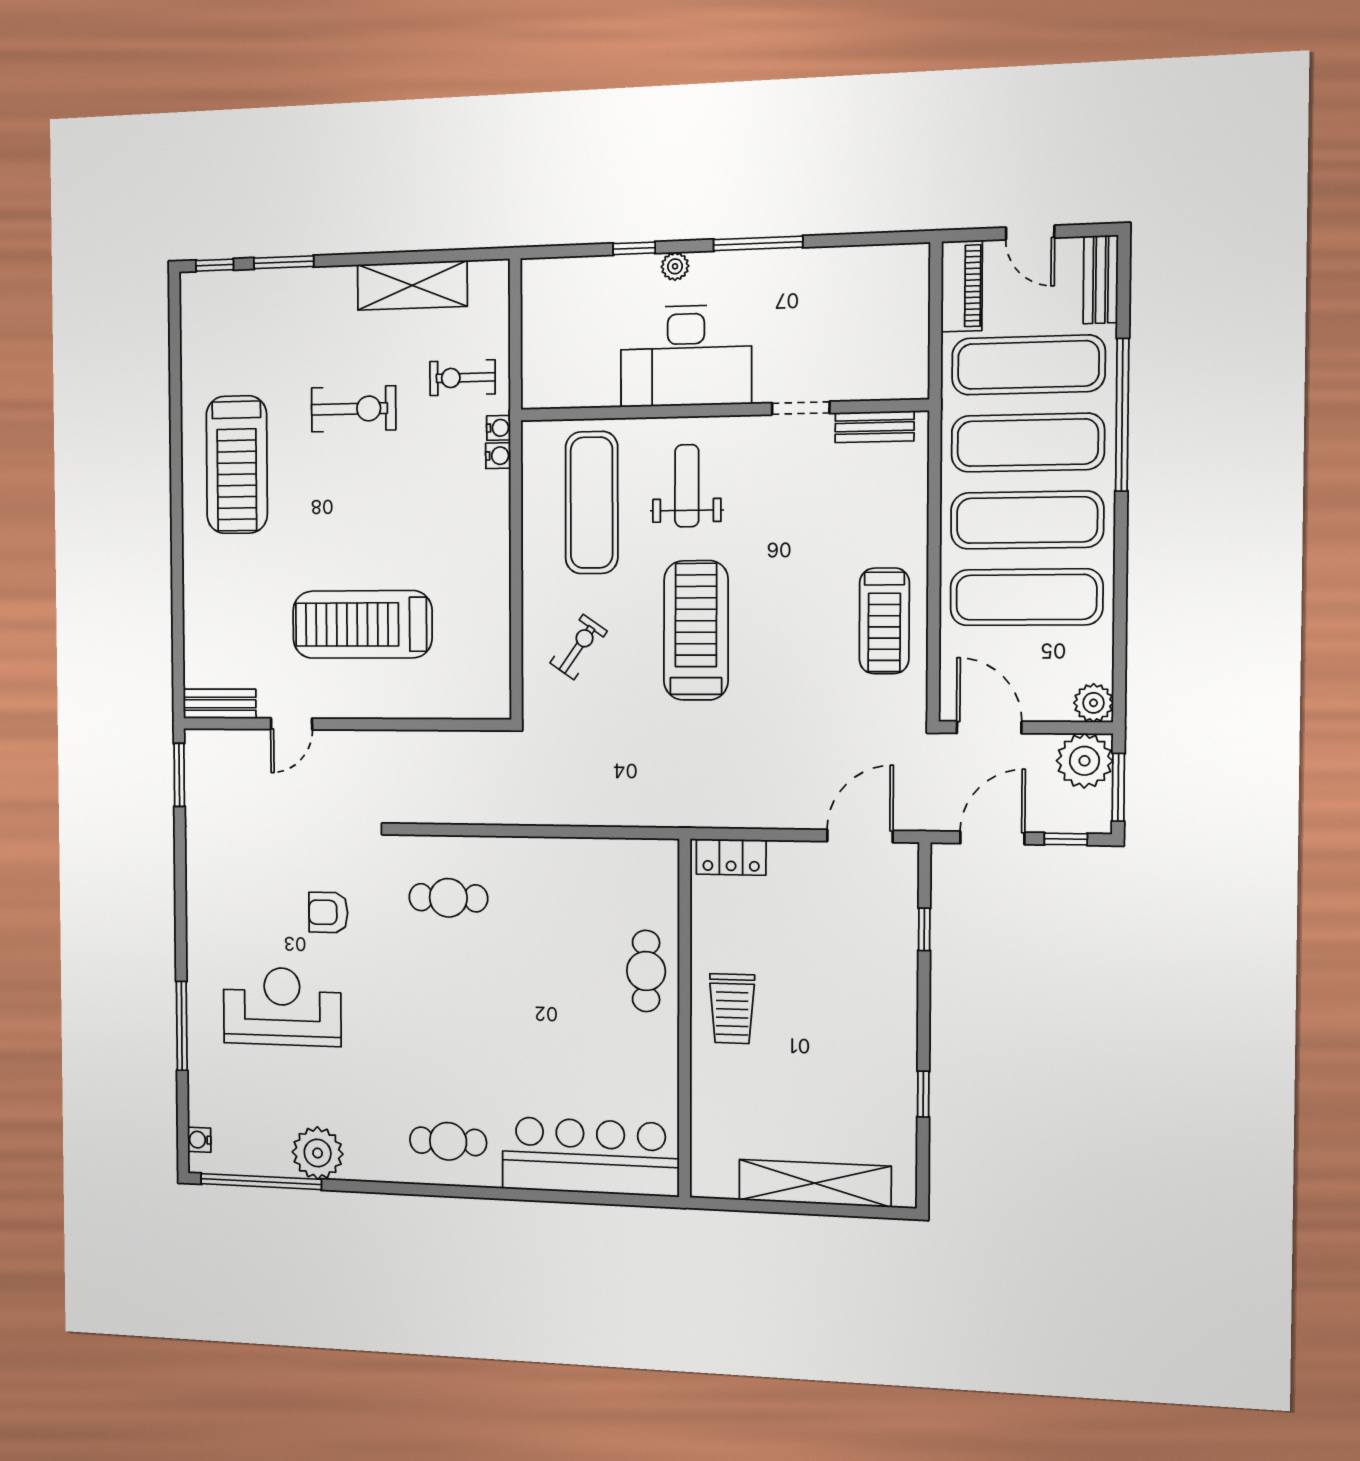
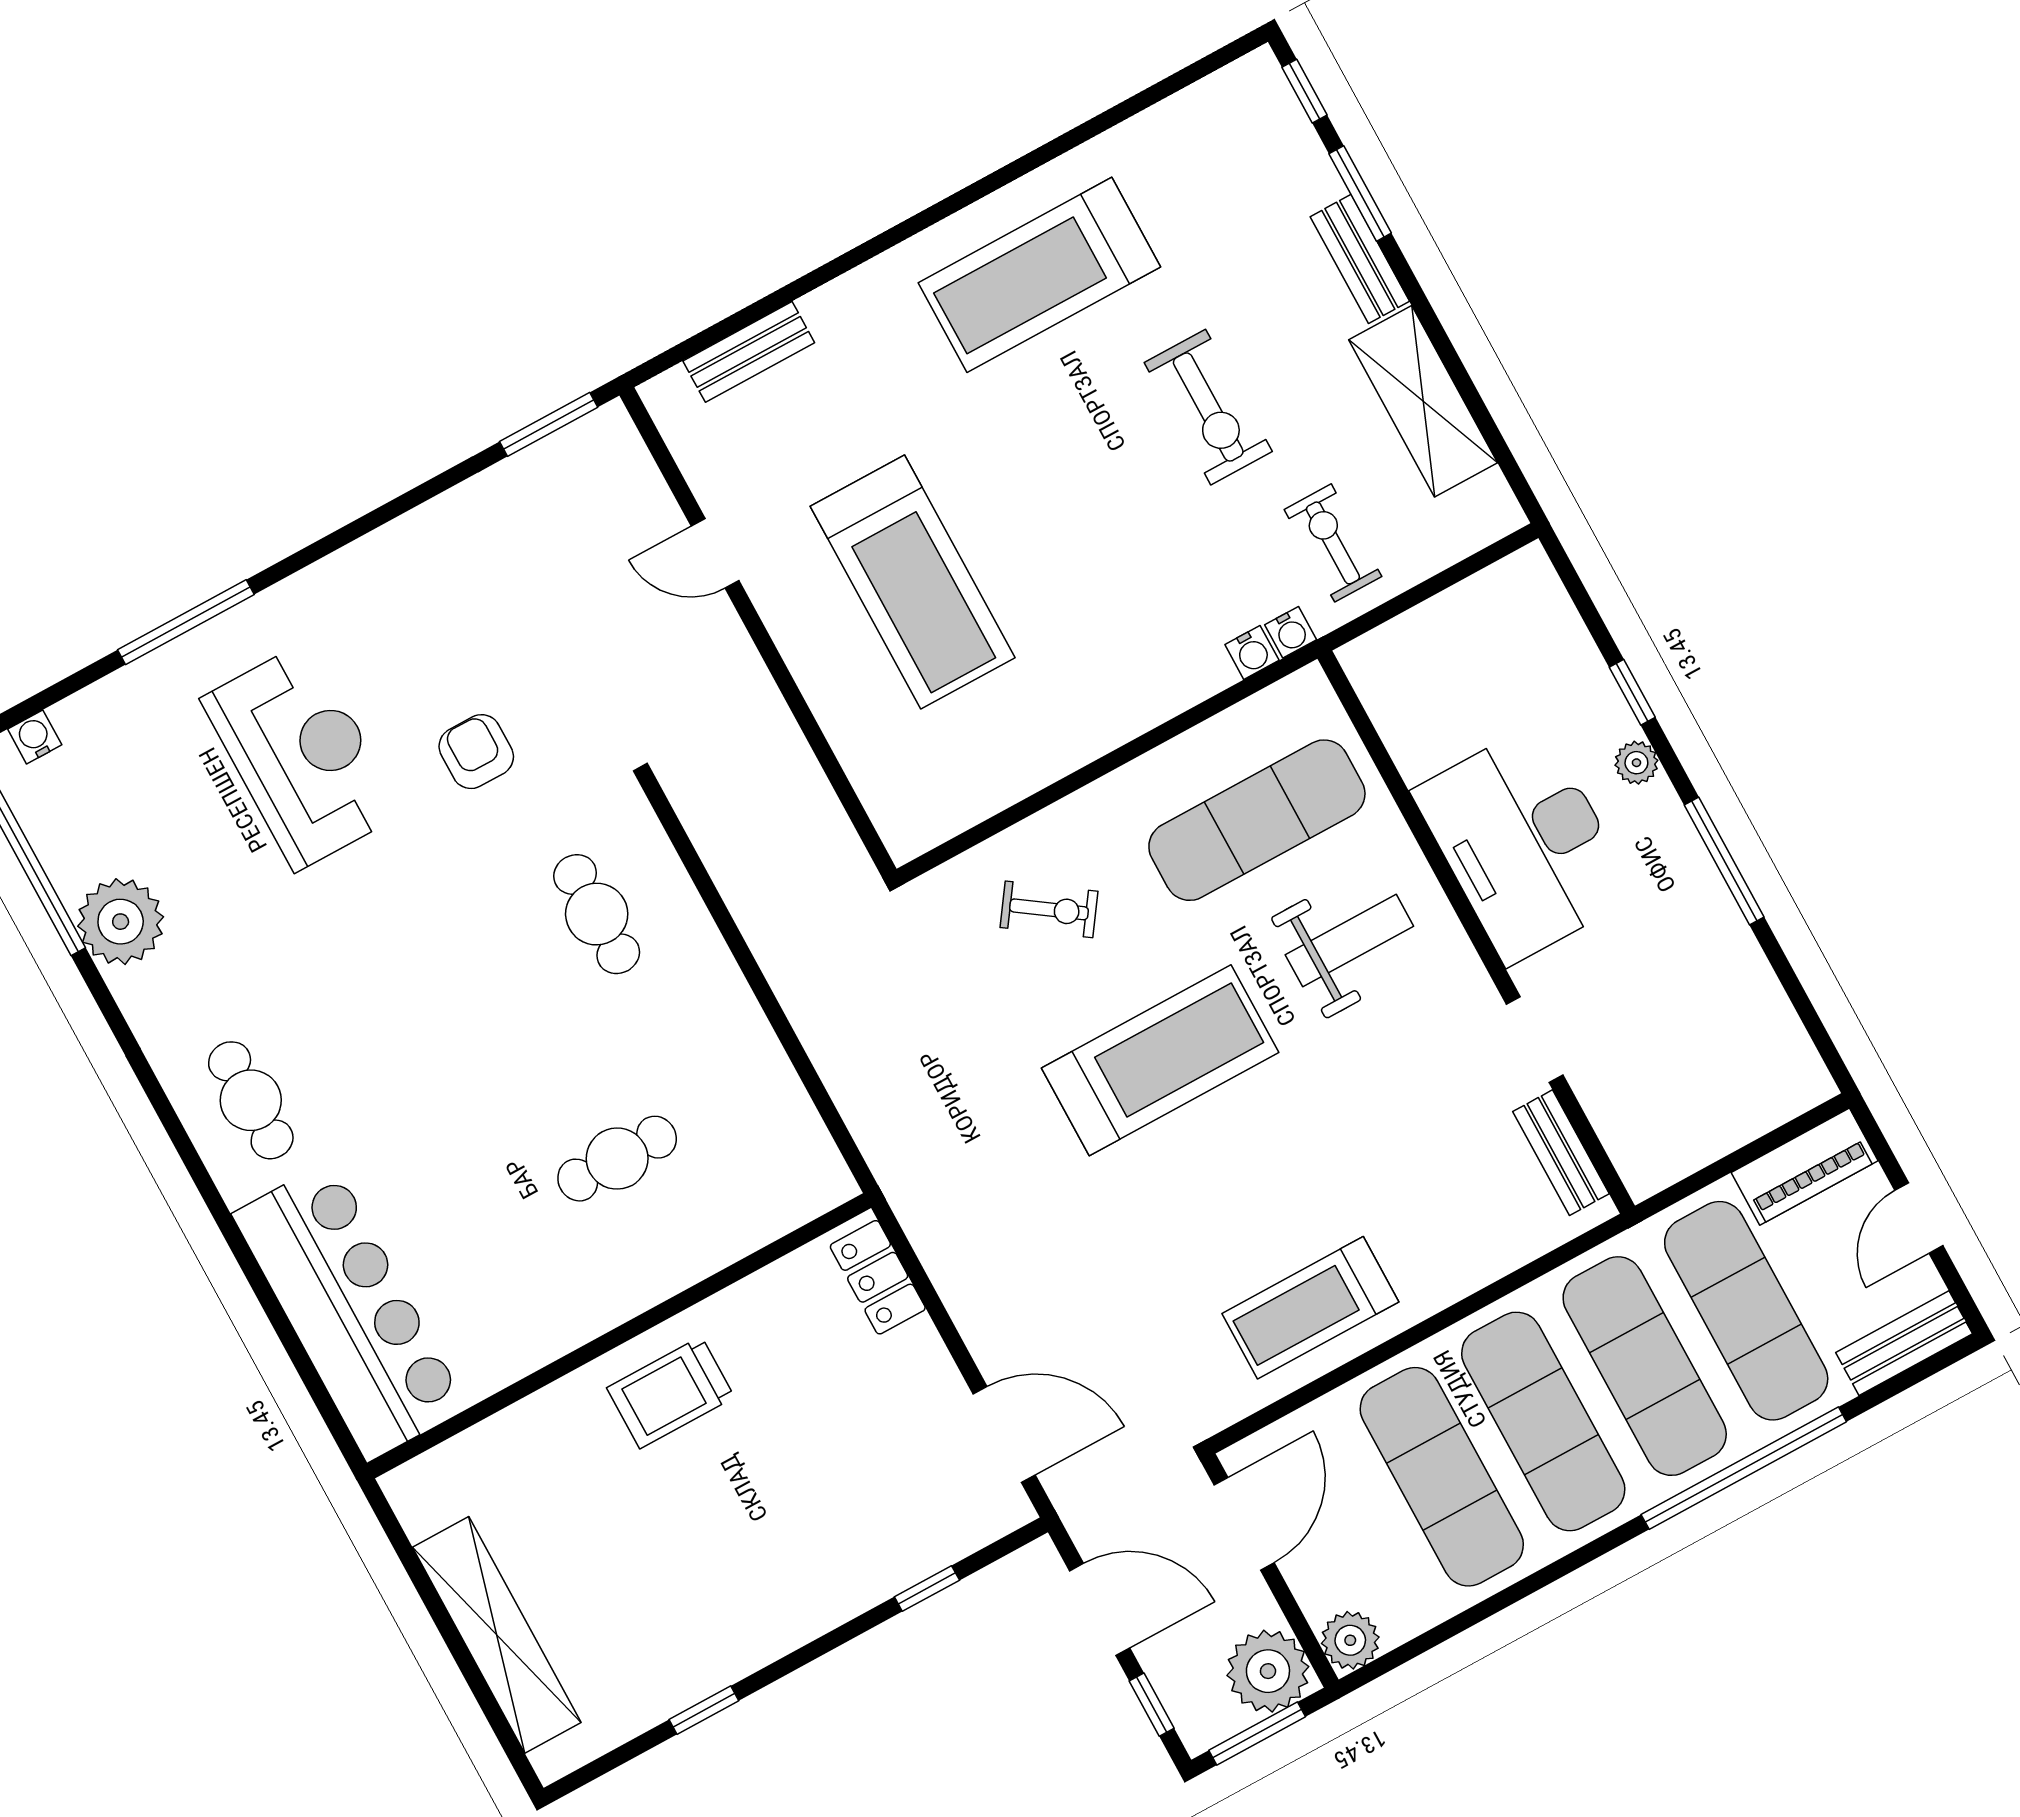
bench: (318, 281) -> (1360, 259), added
treadmill: (362, 624) -> (913, 582), turned 180
bench: (220, 704) -> (749, 352), moved, turned 90
cafe table: (646, 971) -> (617, 1159), moved

